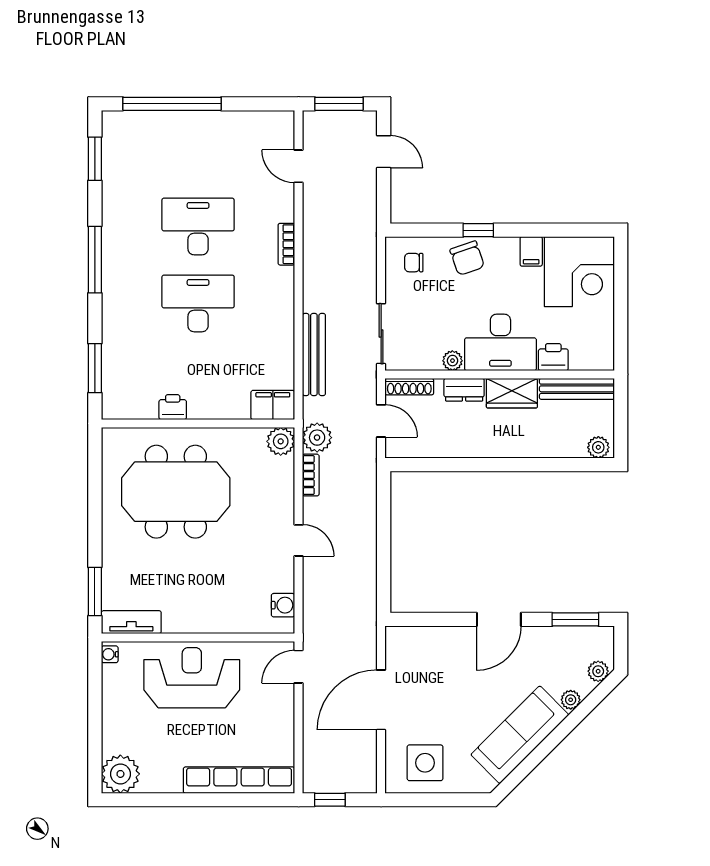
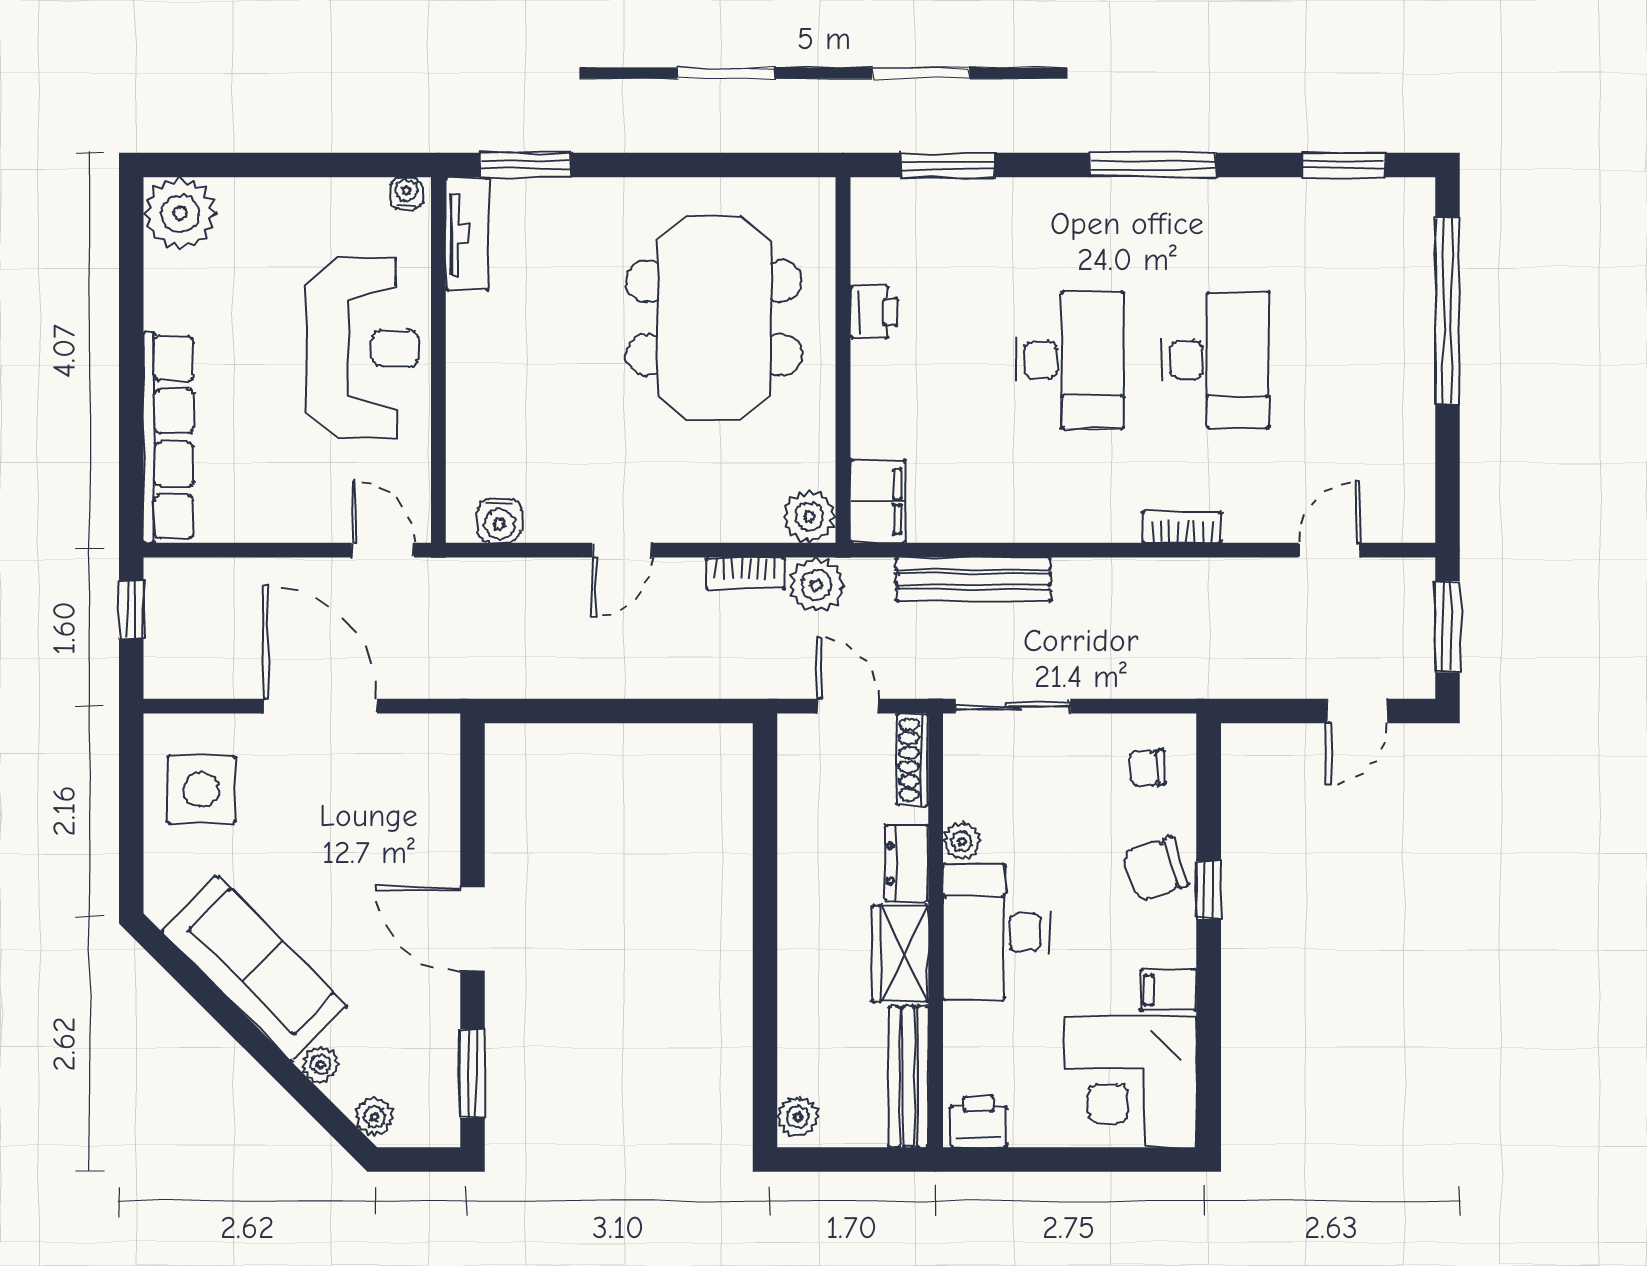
chair: (414, 263) -> (1147, 768), turned -93
printer: (553, 357) -> (979, 1122), moved, turned -90
door: (381, 421) -> (848, 706), swing flipped

